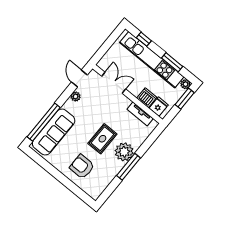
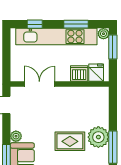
plant: (76, 97) -> (16, 136), moved
tv unit: (140, 114) -> (85, 92), removed
rug: (102, 139) -> (70, 141), turned 90

